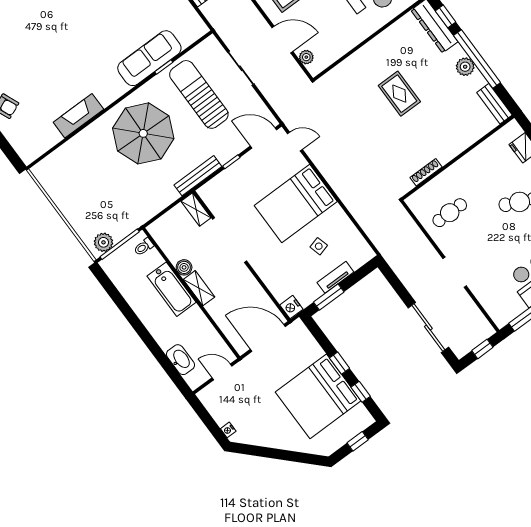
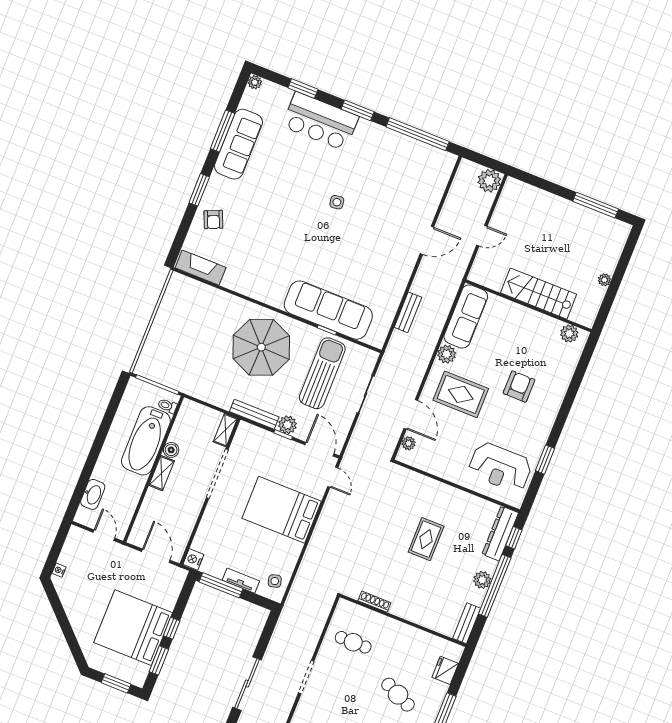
sofa: (149, 58) -> (328, 310), width x1.36, depth x1.27
fireplace: (78, 116) -> (201, 268), moved
plant: (103, 242) -> (287, 425), moved
side table: (319, 246) -> (275, 581), moved
bathtub: (172, 289) -> (146, 441), width x1.36, depth x1.36
window: (329, 297) -> (221, 585), width x1.44
door: (268, 338) -> (156, 556), width x0.73
window: (361, 392) -> (159, 660), width x1.50
window: (358, 441) -> (116, 683), width x1.50

